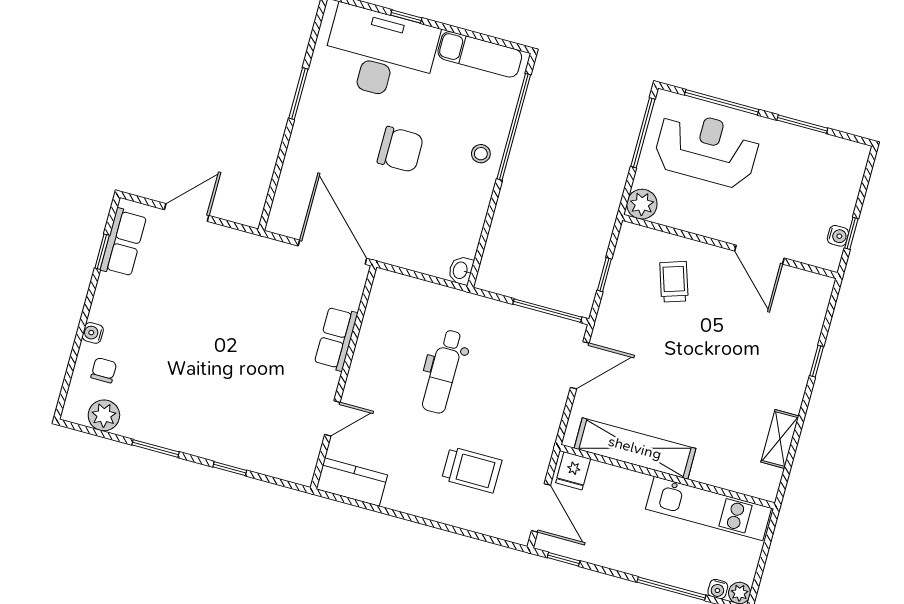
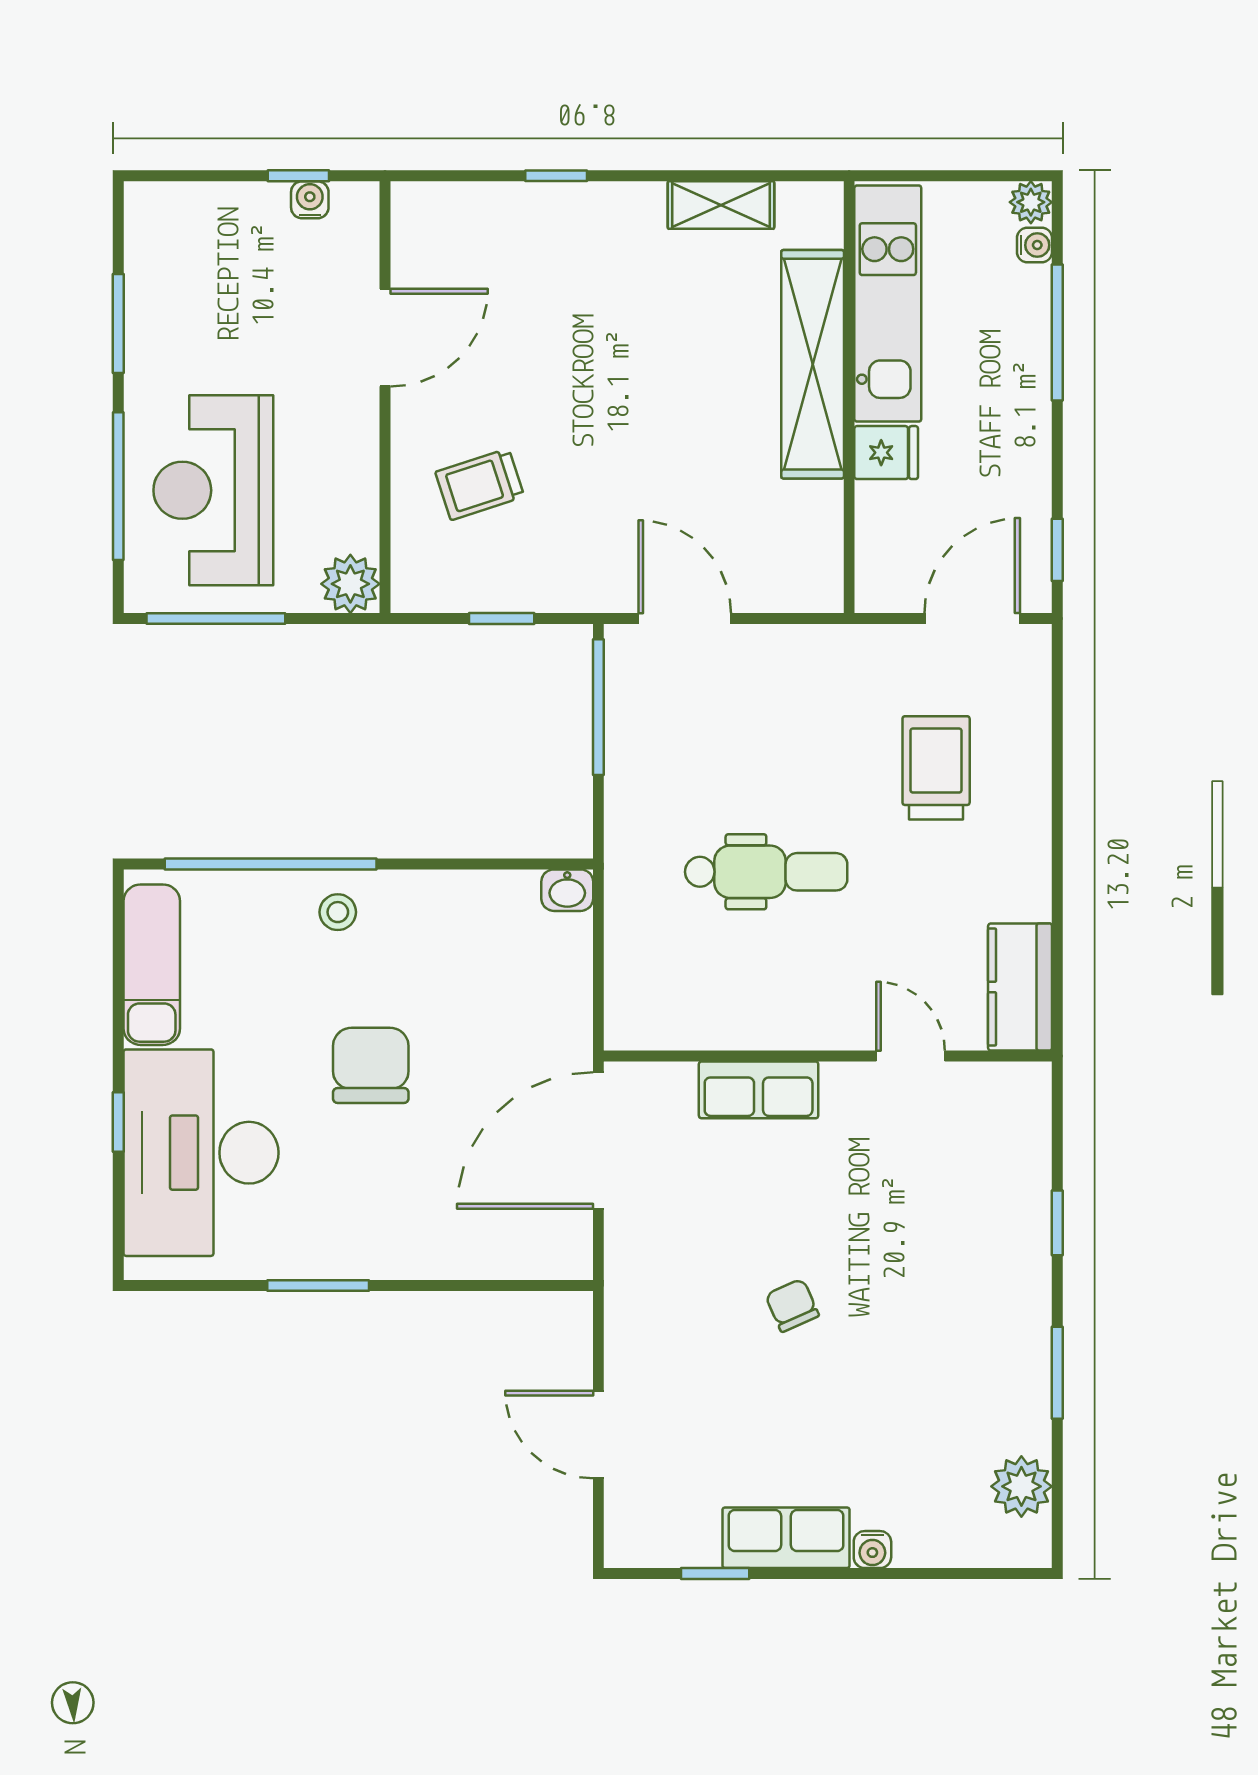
row of seats: (123, 243) -> (786, 1538), moved
chair: (104, 370) -> (792, 1305), moved, turned 66
shelving: (635, 448) -> (813, 364), moved
fridge: (573, 471) -> (886, 453), moved

